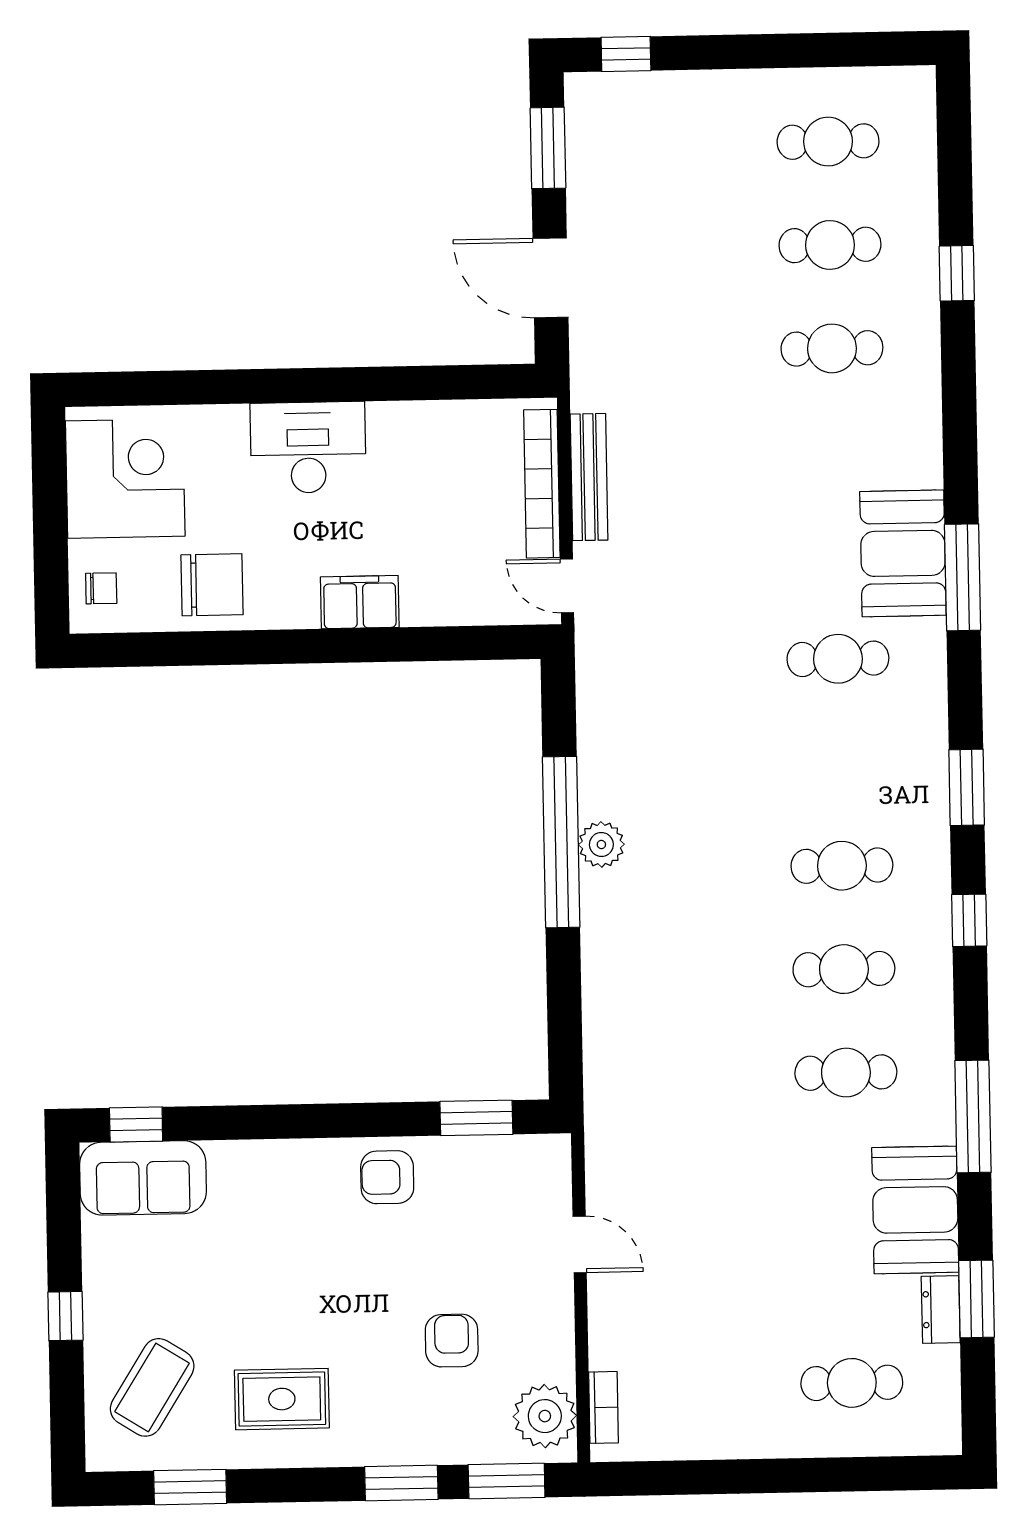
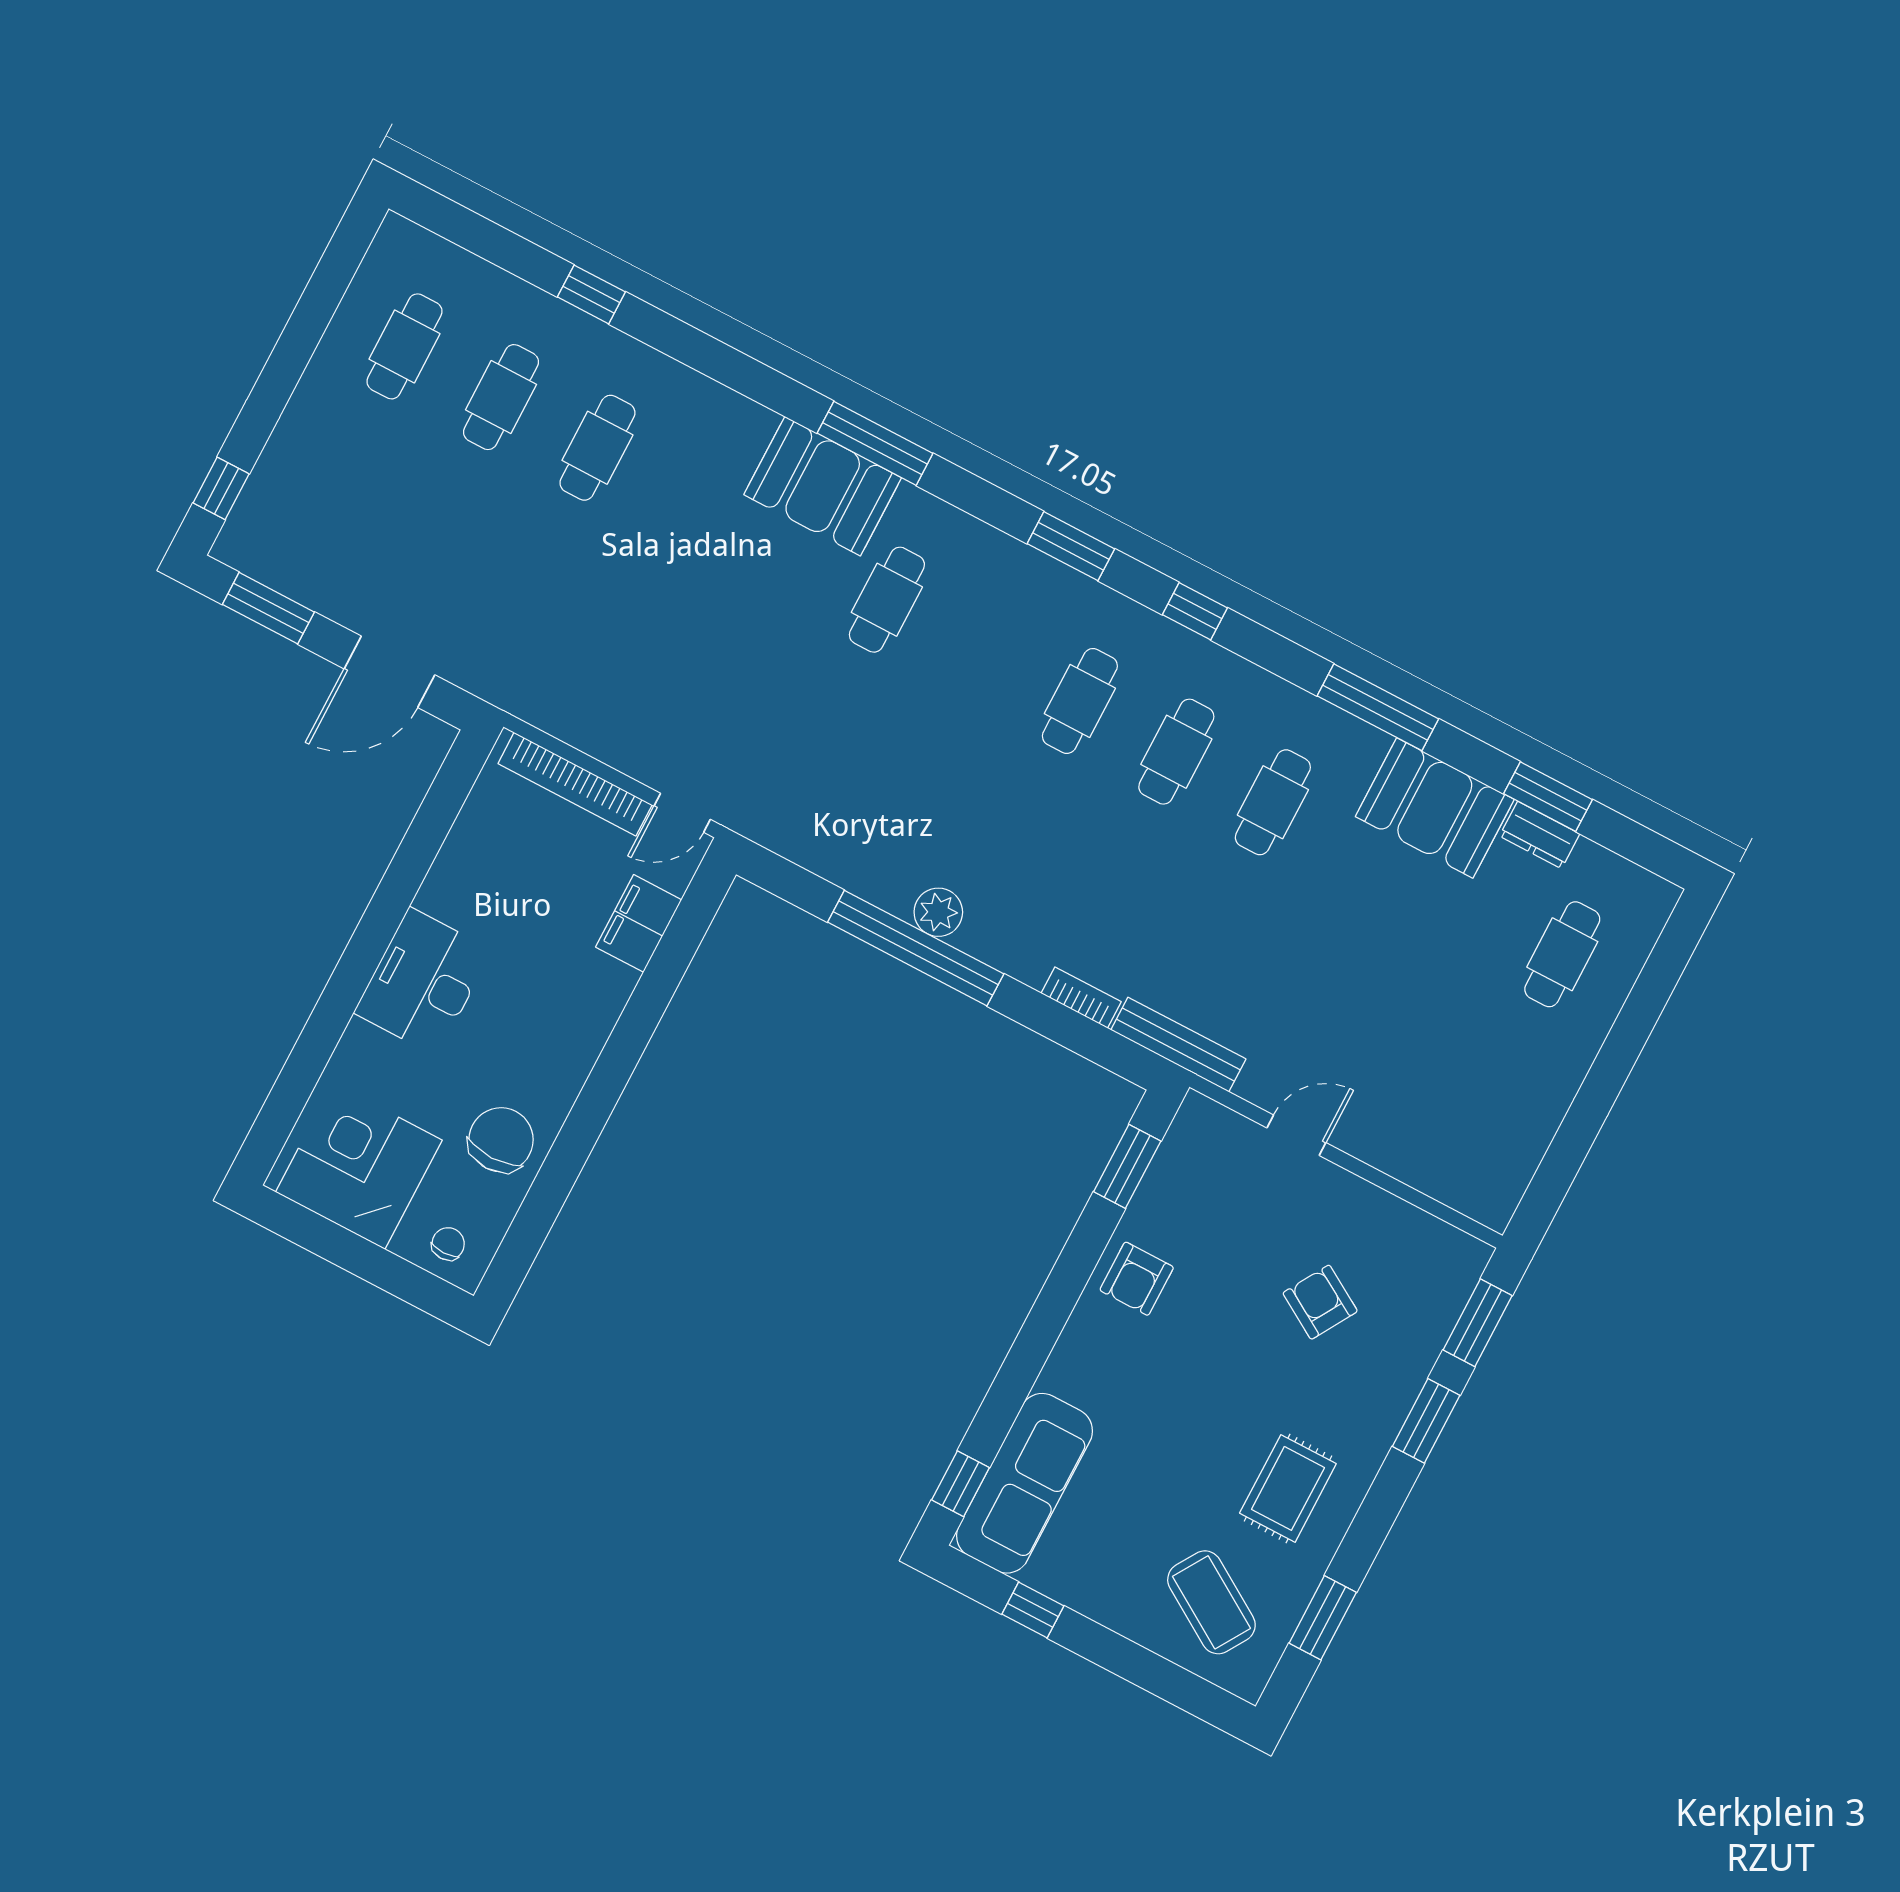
bench: (589, 477) -> (1178, 1045), moved
filing cabinet: (360, 602) -> (639, 923), moved
sofa: (143, 1178) -> (1025, 1483), width x1.36
window: (65, 1316) -> (1033, 1610), moved
armchair: (452, 1341) -> (1320, 1302), turned 31
bookcase: (603, 1407) -> (1081, 998), moved
plant: (545, 1416) -> (1437, 1254), removed

